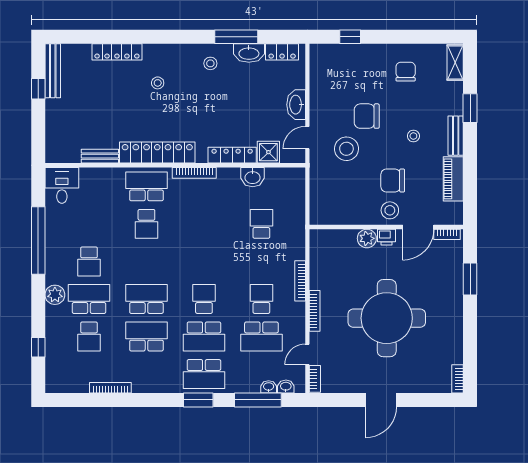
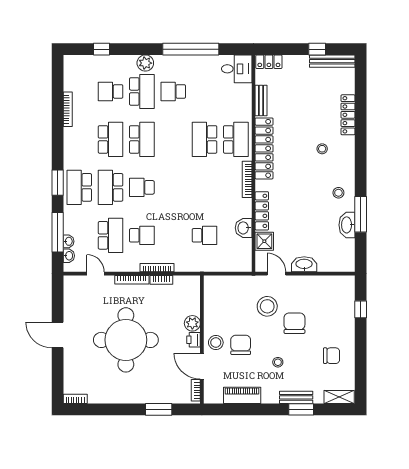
locker: (282, 52) -> (269, 62), moved, turned -90
bench: (456, 136) -> (296, 397), moved
school desk: (146, 224) -> (205, 139), width x1.85
school desk: (204, 299) -> (142, 187), turned 180
school desk: (261, 337) -> (111, 235), turned 180
bookcase: (315, 379) -> (161, 280), moved

